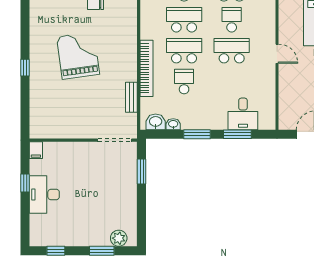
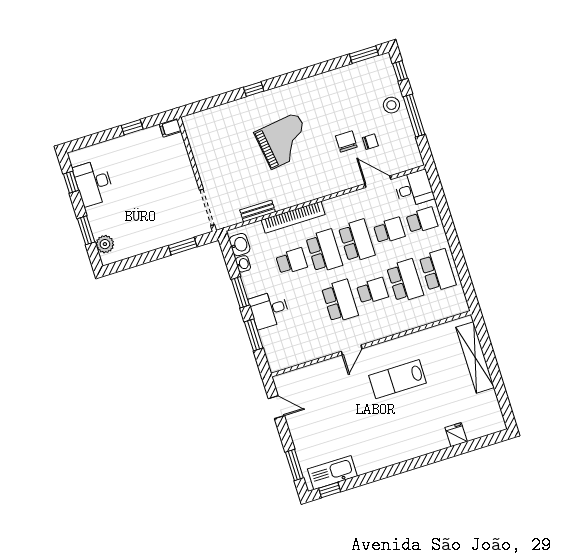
desk: (243, 114) -> (269, 310), moved
desk: (44, 194) -> (94, 183), moved, turned -90

